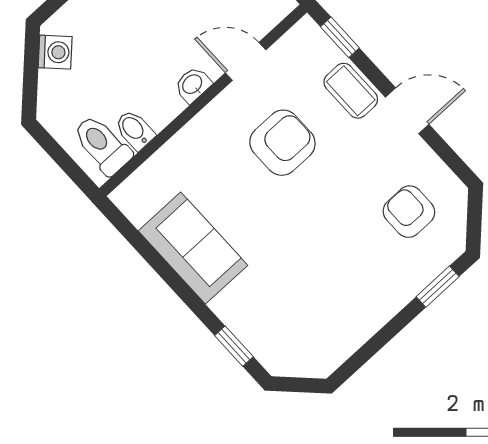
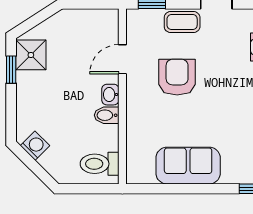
bidet: (135, 130) -> (107, 115), moved

